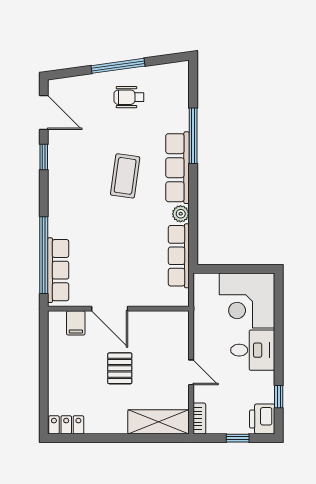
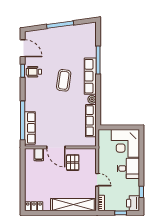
wheelchair: (129, 97) -> (34, 72), moved
pallet: (120, 368) -> (73, 163), moved
shelving: (158, 422) -> (73, 205), width x1.47

